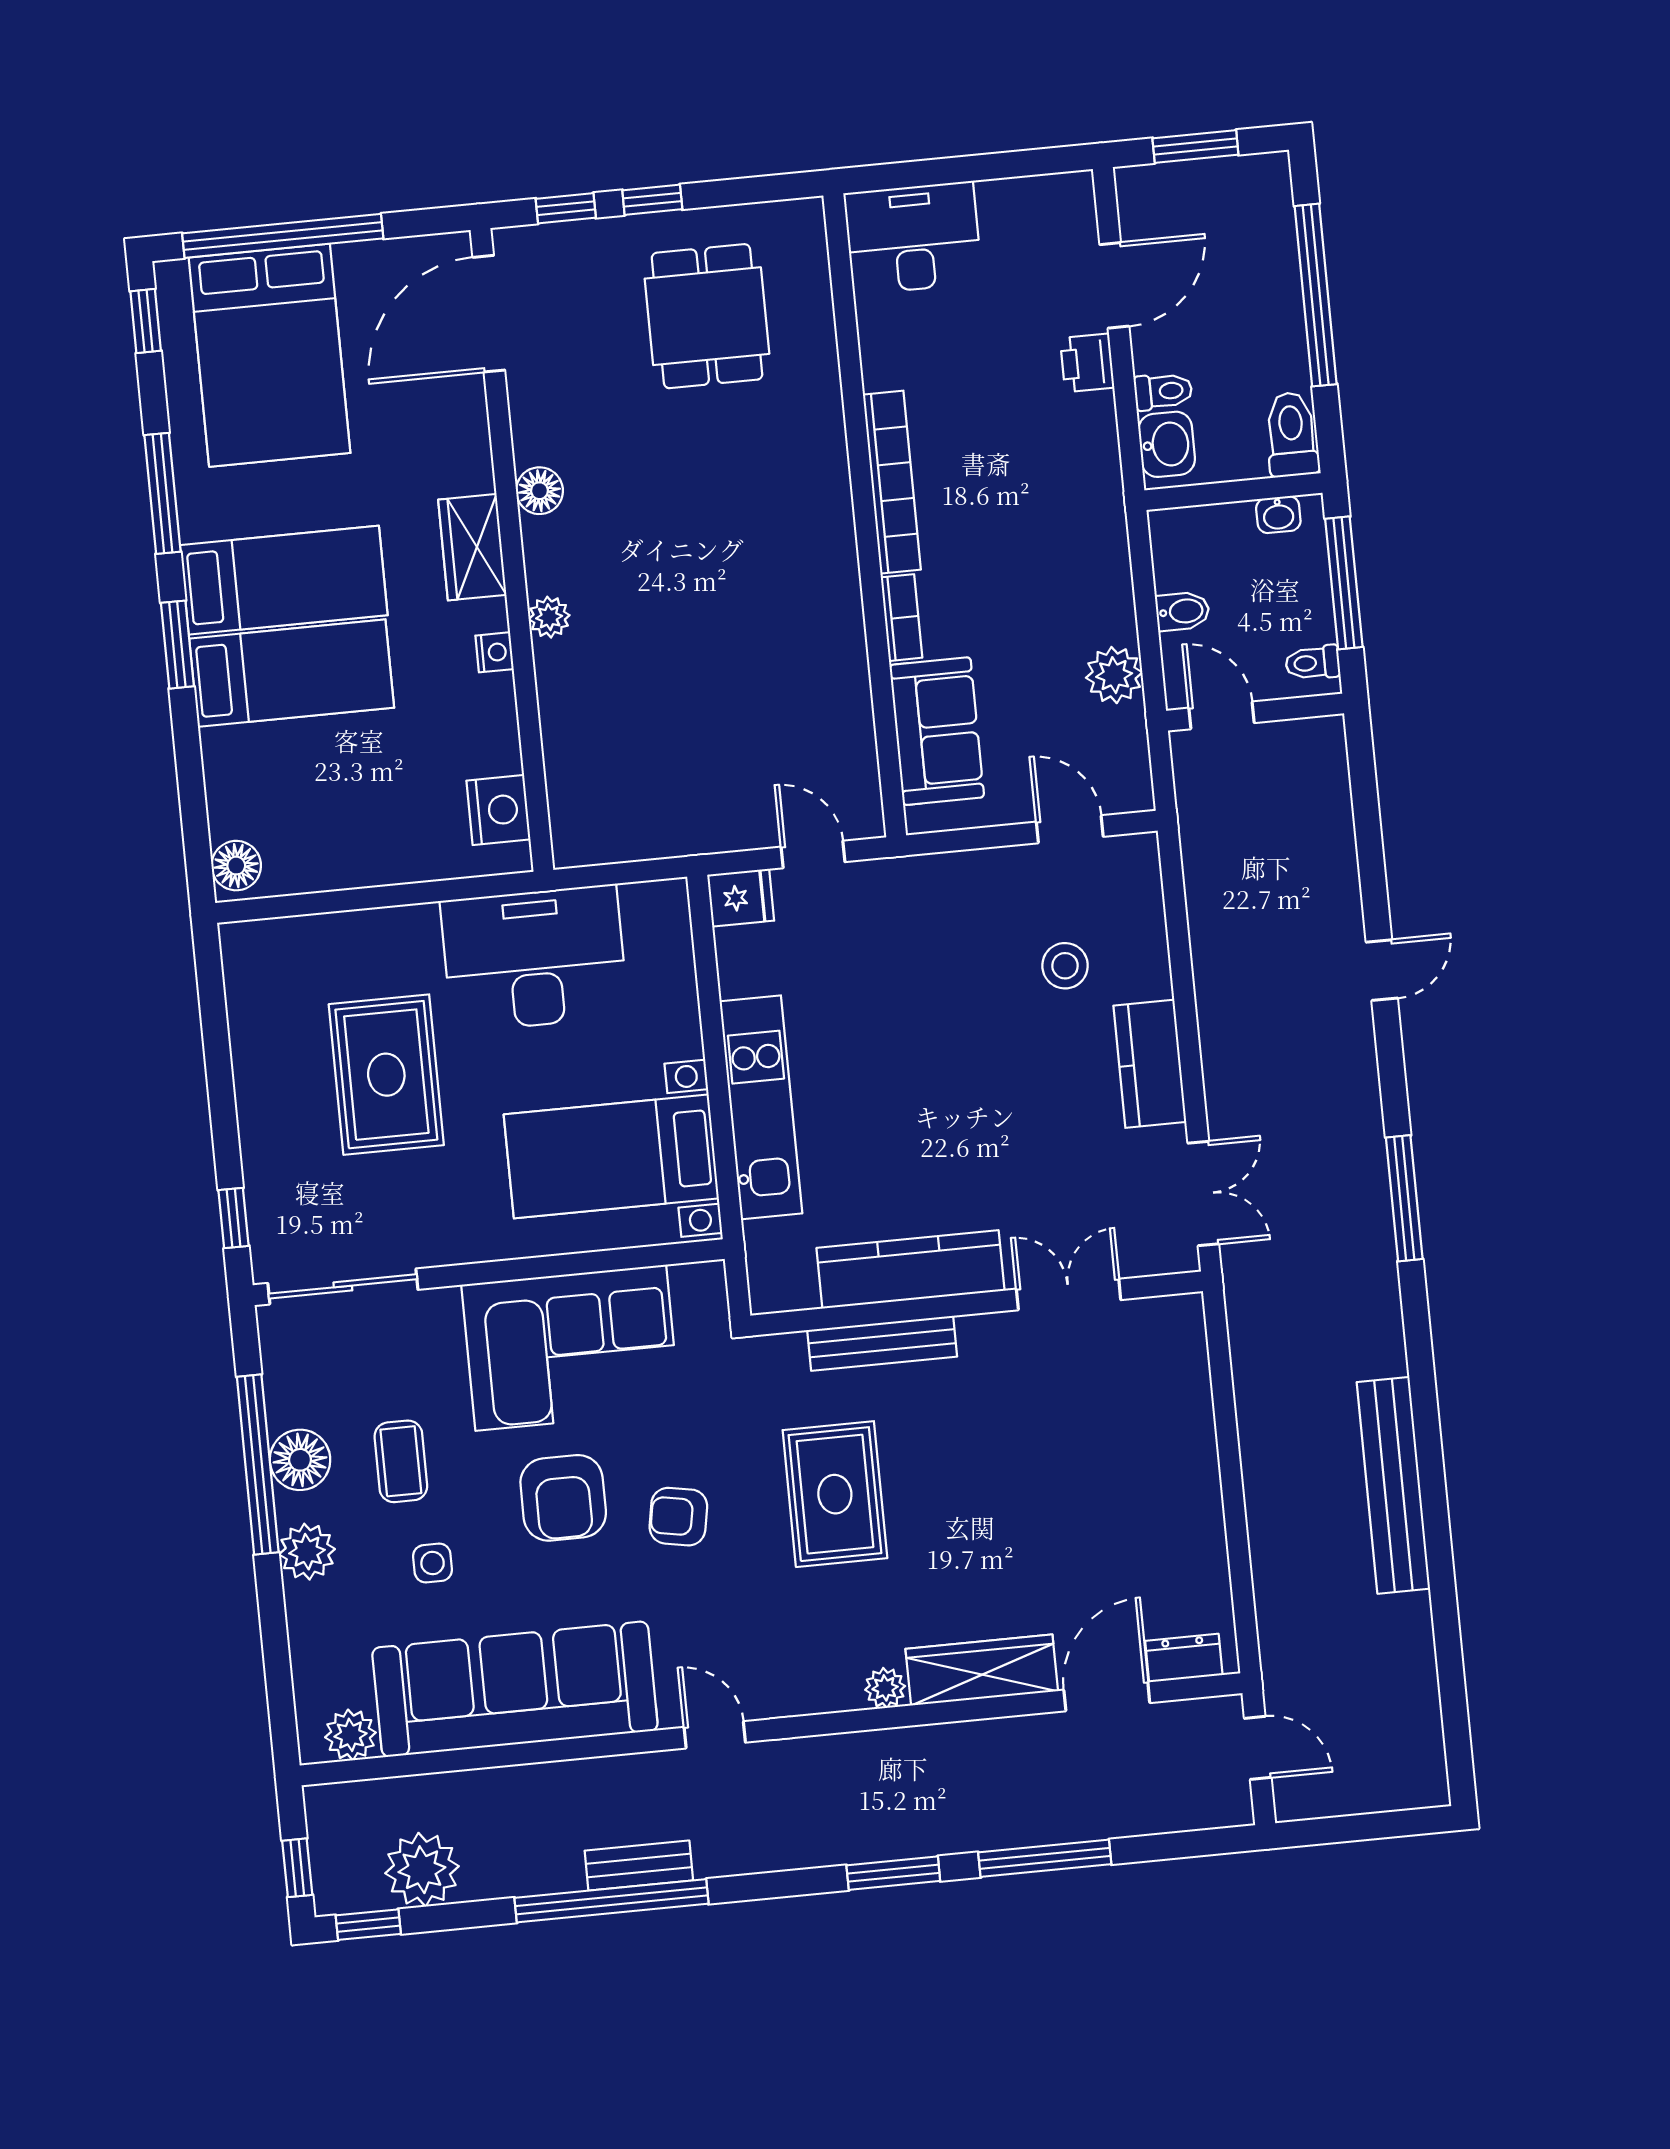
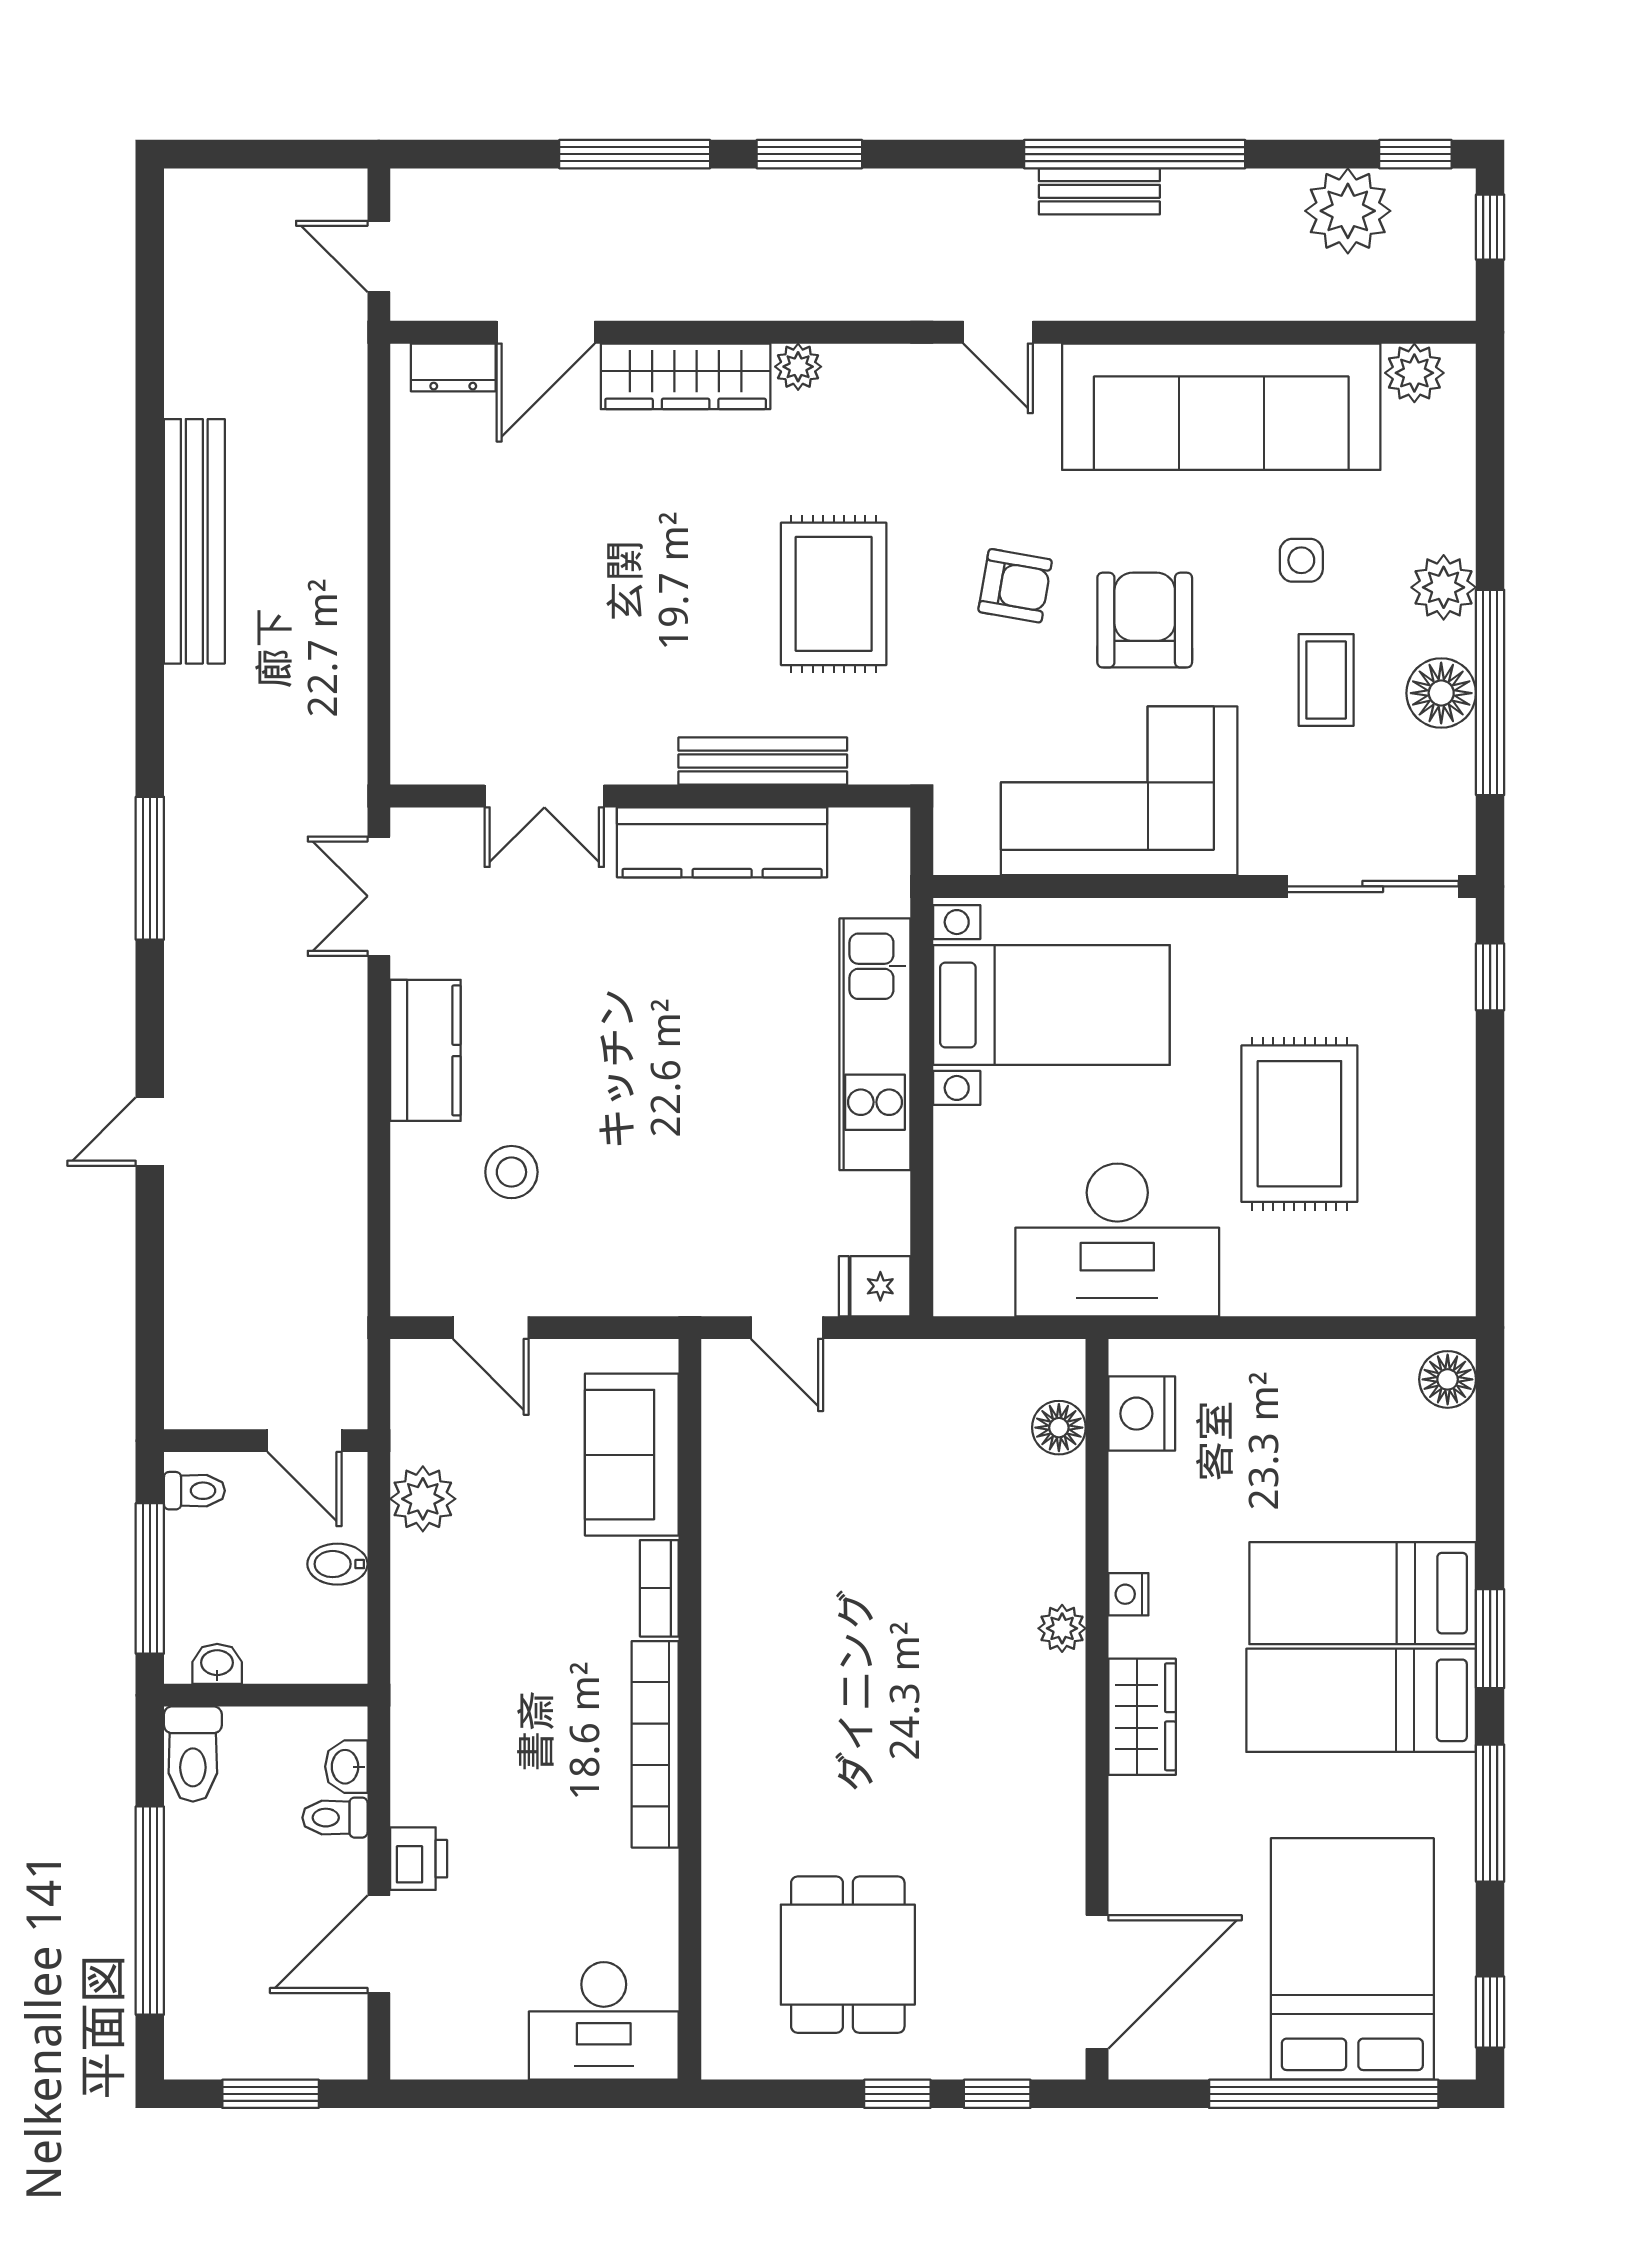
washbasin: (1167, 444) -> (346, 1767), width x0.72, depth x0.69
floor lamp: (539, 491) -> (1059, 1428), moved

